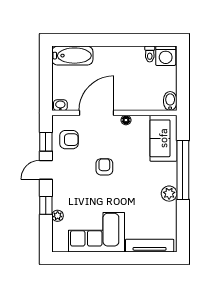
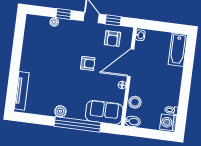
stool: (146, 101) -> (135, 102), added
door: (97, 113) -> (131, 63), swing flipped
corner sofa: (96, 232) -> (37, 51), removed

